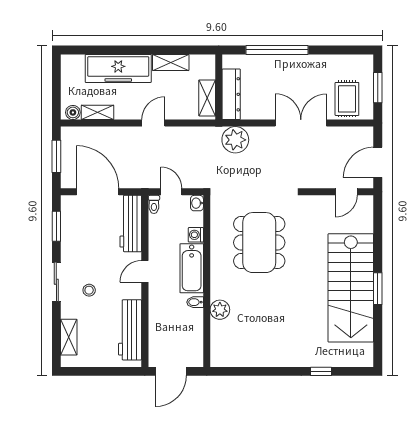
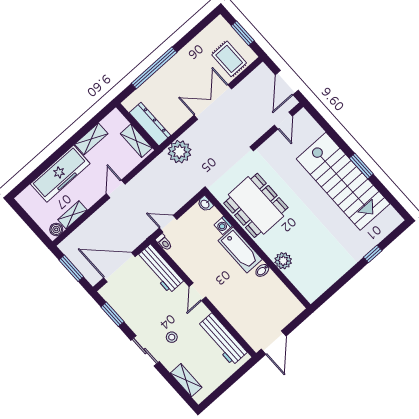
washbasin: (197, 203) -> (205, 204), moved
washing machine: (196, 235) -> (223, 225), moved
bathtub: (192, 268) -> (240, 250), moved
wall: (207, 281) -> (258, 250), moved
bidet: (195, 302) -> (262, 270), moved
plant: (220, 310) -> (283, 261), moved

